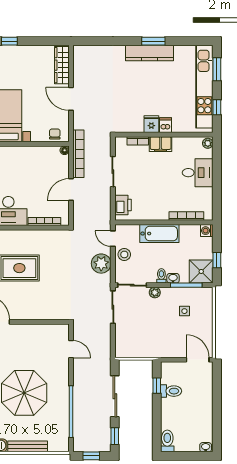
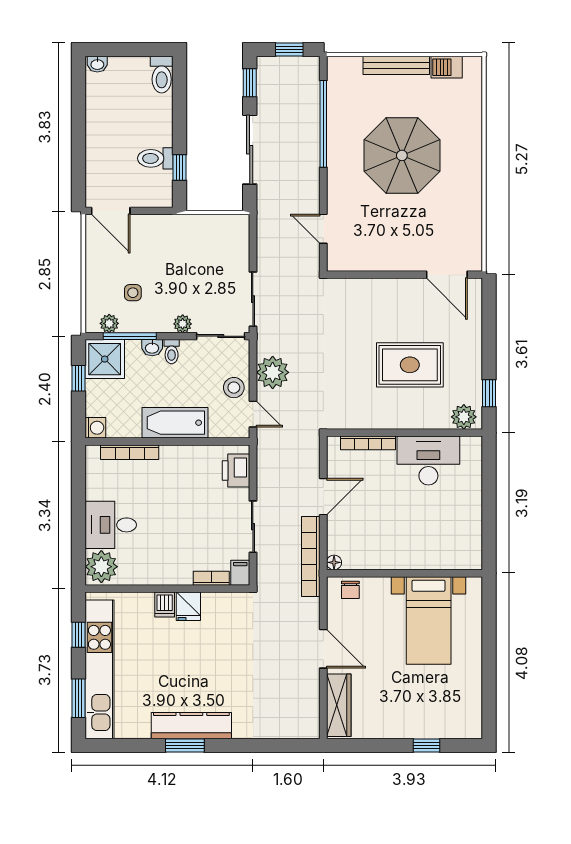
plant: (208, 143) -> (101, 567), width x1.88, depth x1.88
filing cabinet: (161, 144) -> (240, 573), moved, width x0.50
plant: (199, 293) -> (109, 323), added

